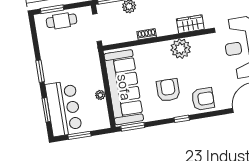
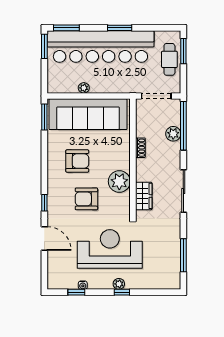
armchair: (203, 99) -> (86, 199), moved, turned 90
bar counter: (64, 108) -> (100, 47), width x1.86
window: (46, 110) -> (66, 28), moved
window: (182, 119) -> (44, 203), moved
window: (79, 135) -> (44, 46), moved

